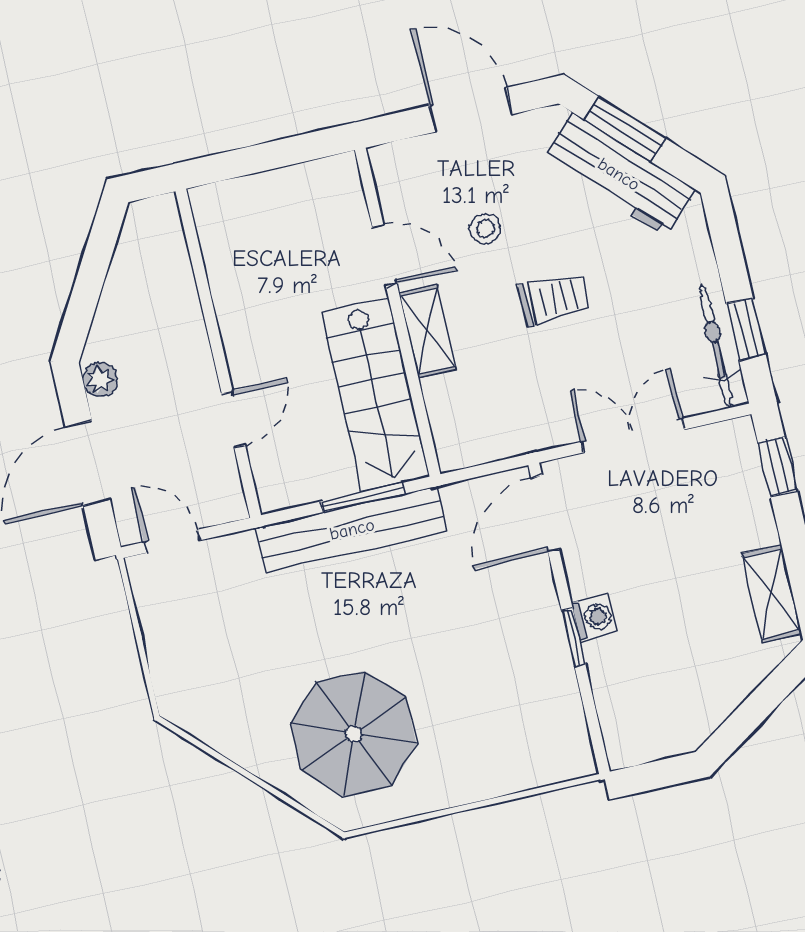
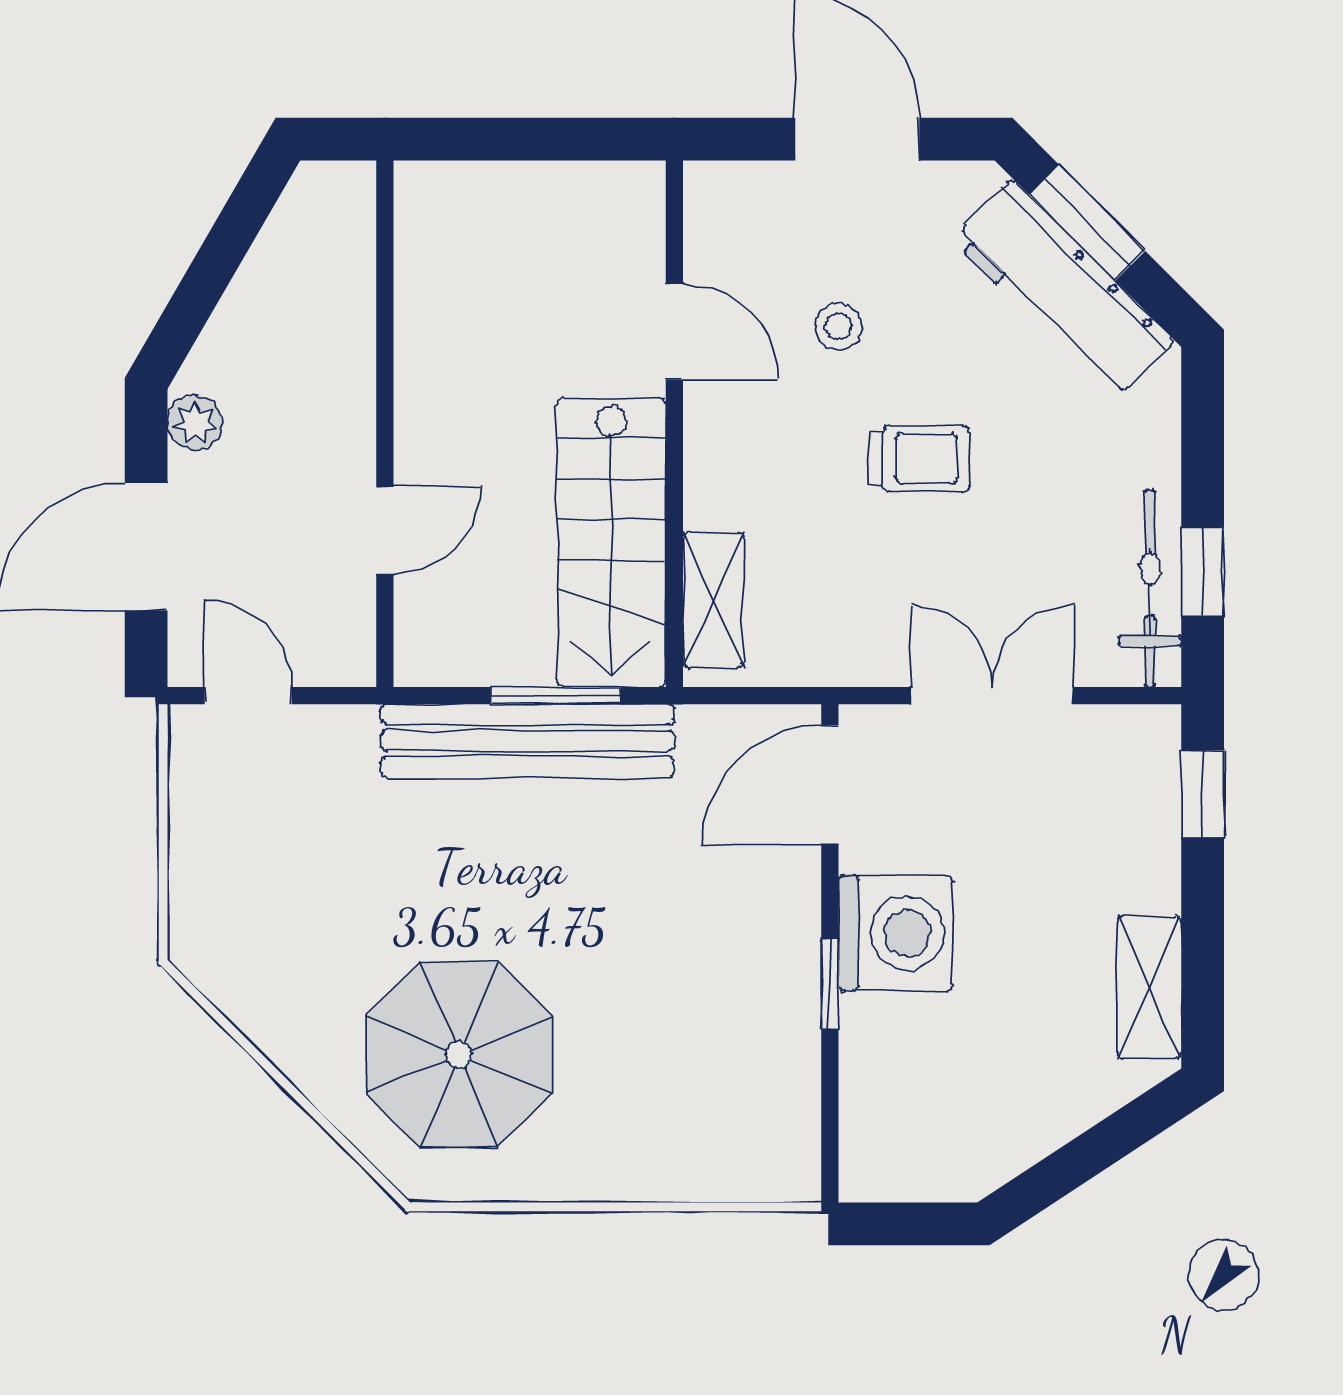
shelving: (428, 331) -> (714, 600), moved
washing machine: (594, 617) -> (896, 933), width x1.89, depth x1.89

